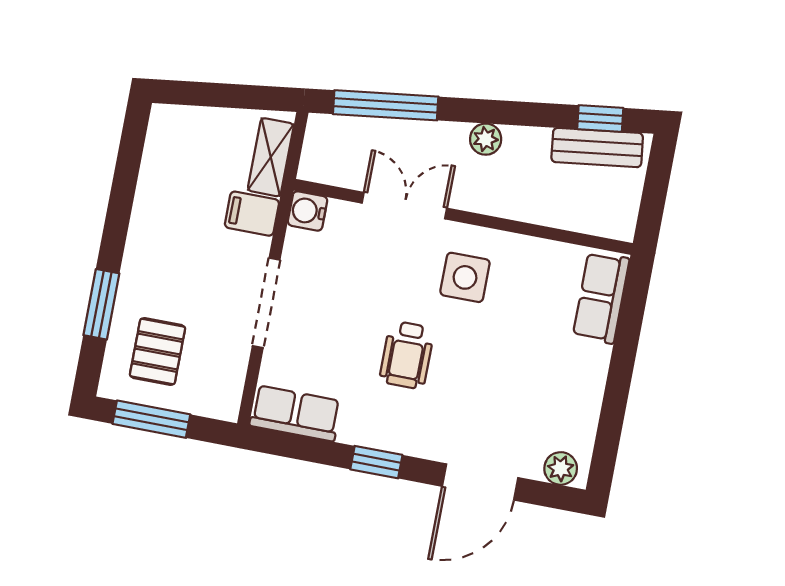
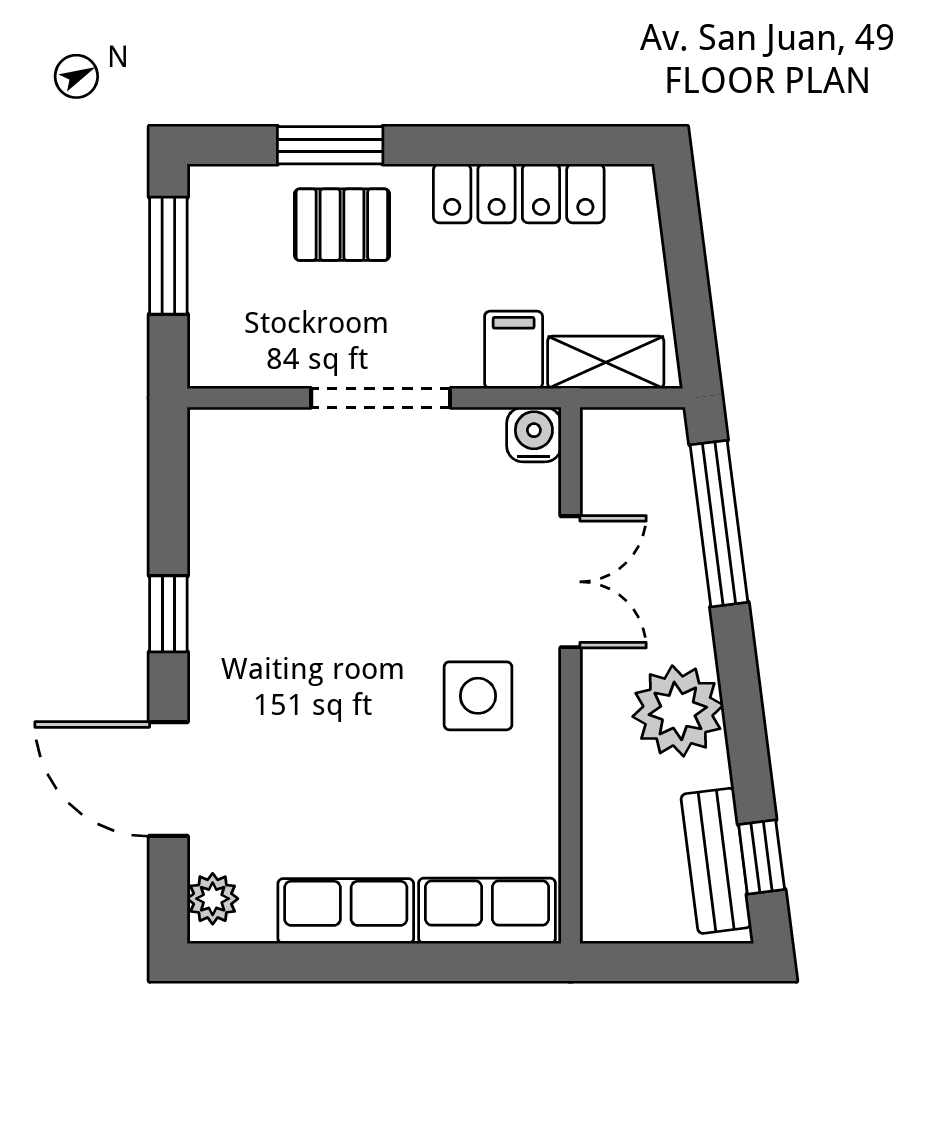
plant: (486, 139) -> (678, 711), width x1.88, depth x1.88
locker: (154, 192) -> (519, 193), added
pallet: (157, 351) -> (342, 225), moved
wheelchair: (407, 355) -> (342, 629), removed
row of seats: (295, 413) -> (346, 911), moved, turned -90

